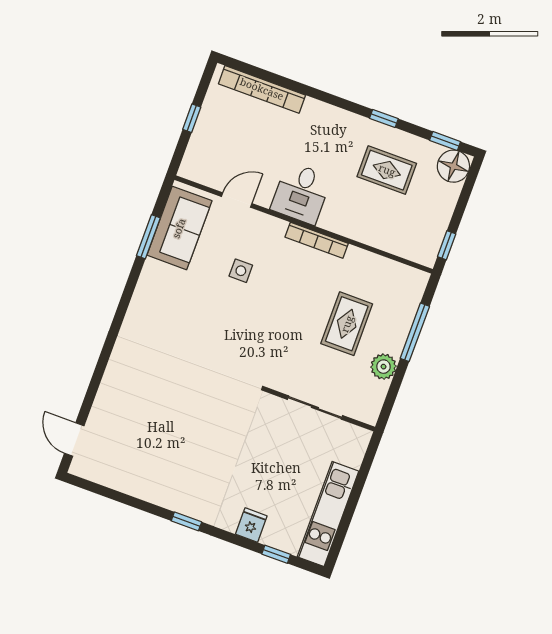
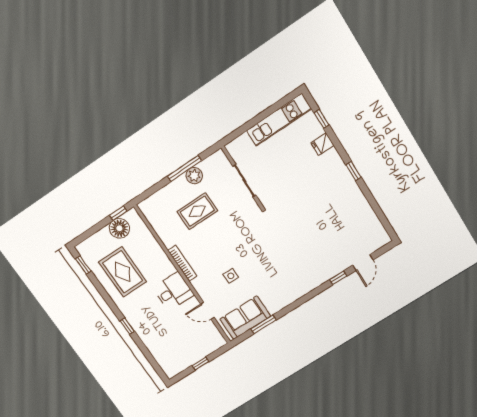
bookcase: (262, 89) -> (157, 353), removed
window: (384, 118) -> (127, 326), moved
floor lamp: (453, 166) -> (119, 228), moved
rug: (387, 170) -> (123, 272), width x1.36, depth x1.43
window: (415, 332) -> (184, 168), moved
window: (99, 373) -> (338, 278), added
door: (74, 439) -> (363, 263), moved

